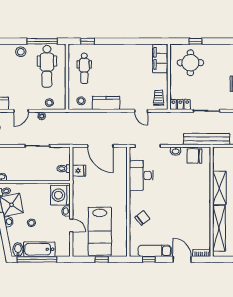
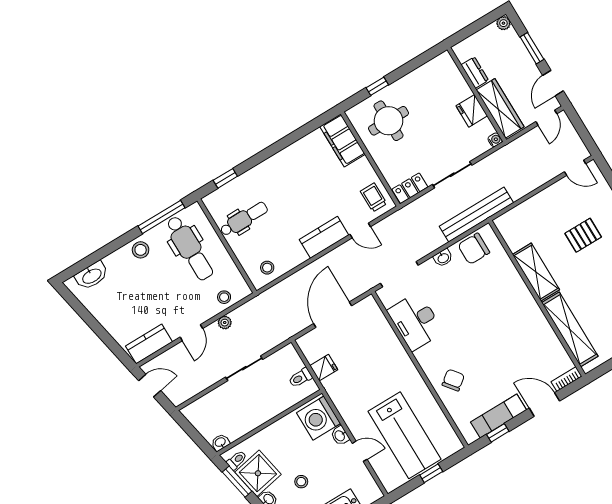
dental chair: (84, 68) -> (244, 219), turned -90
kitchen counter: (106, 103) -> (324, 237), moved
door: (100, 146) -> (333, 315), swing flipped

